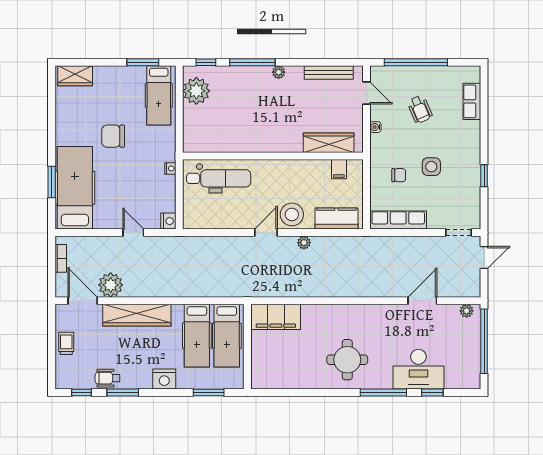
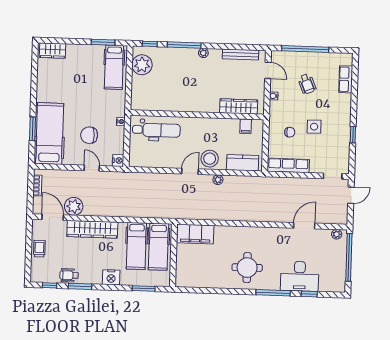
chair: (113, 136) -> (89, 135), moved

